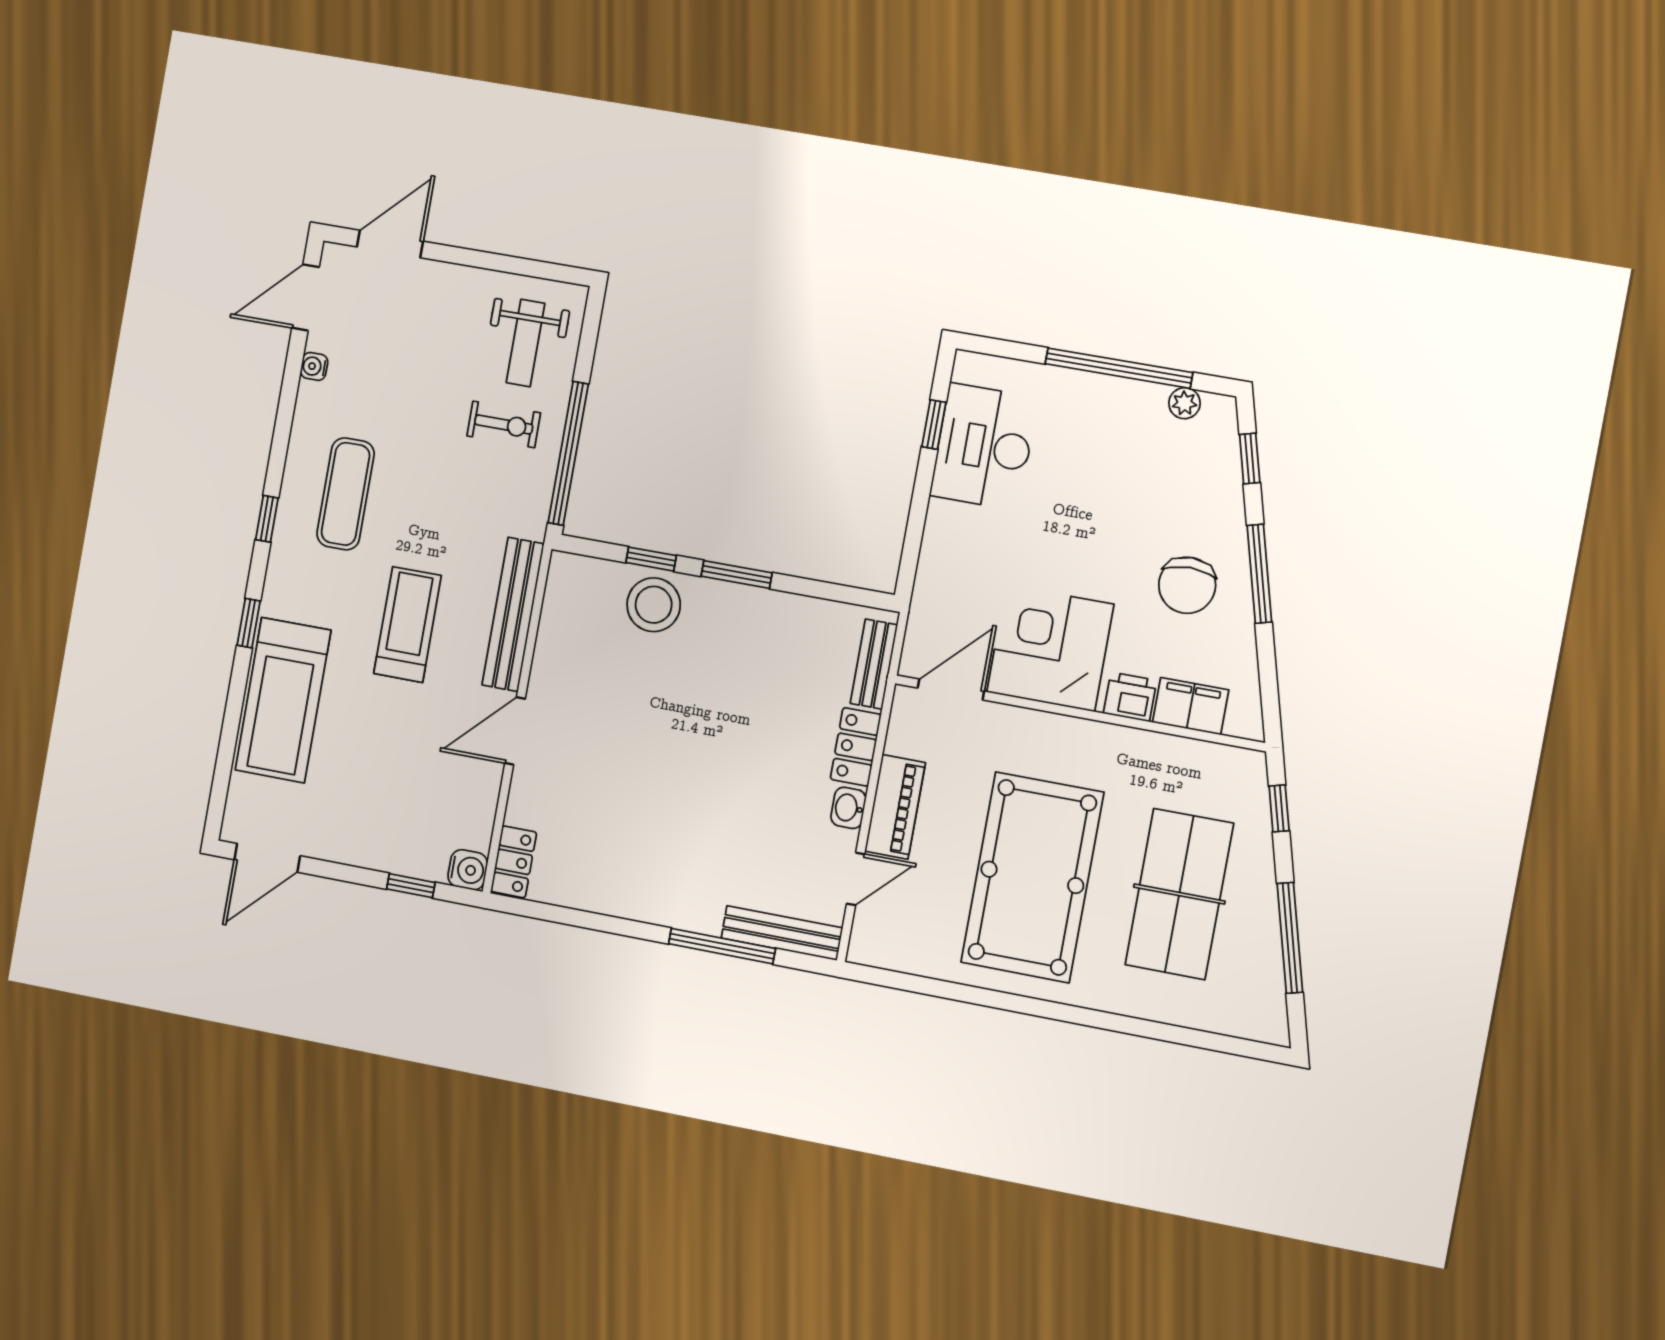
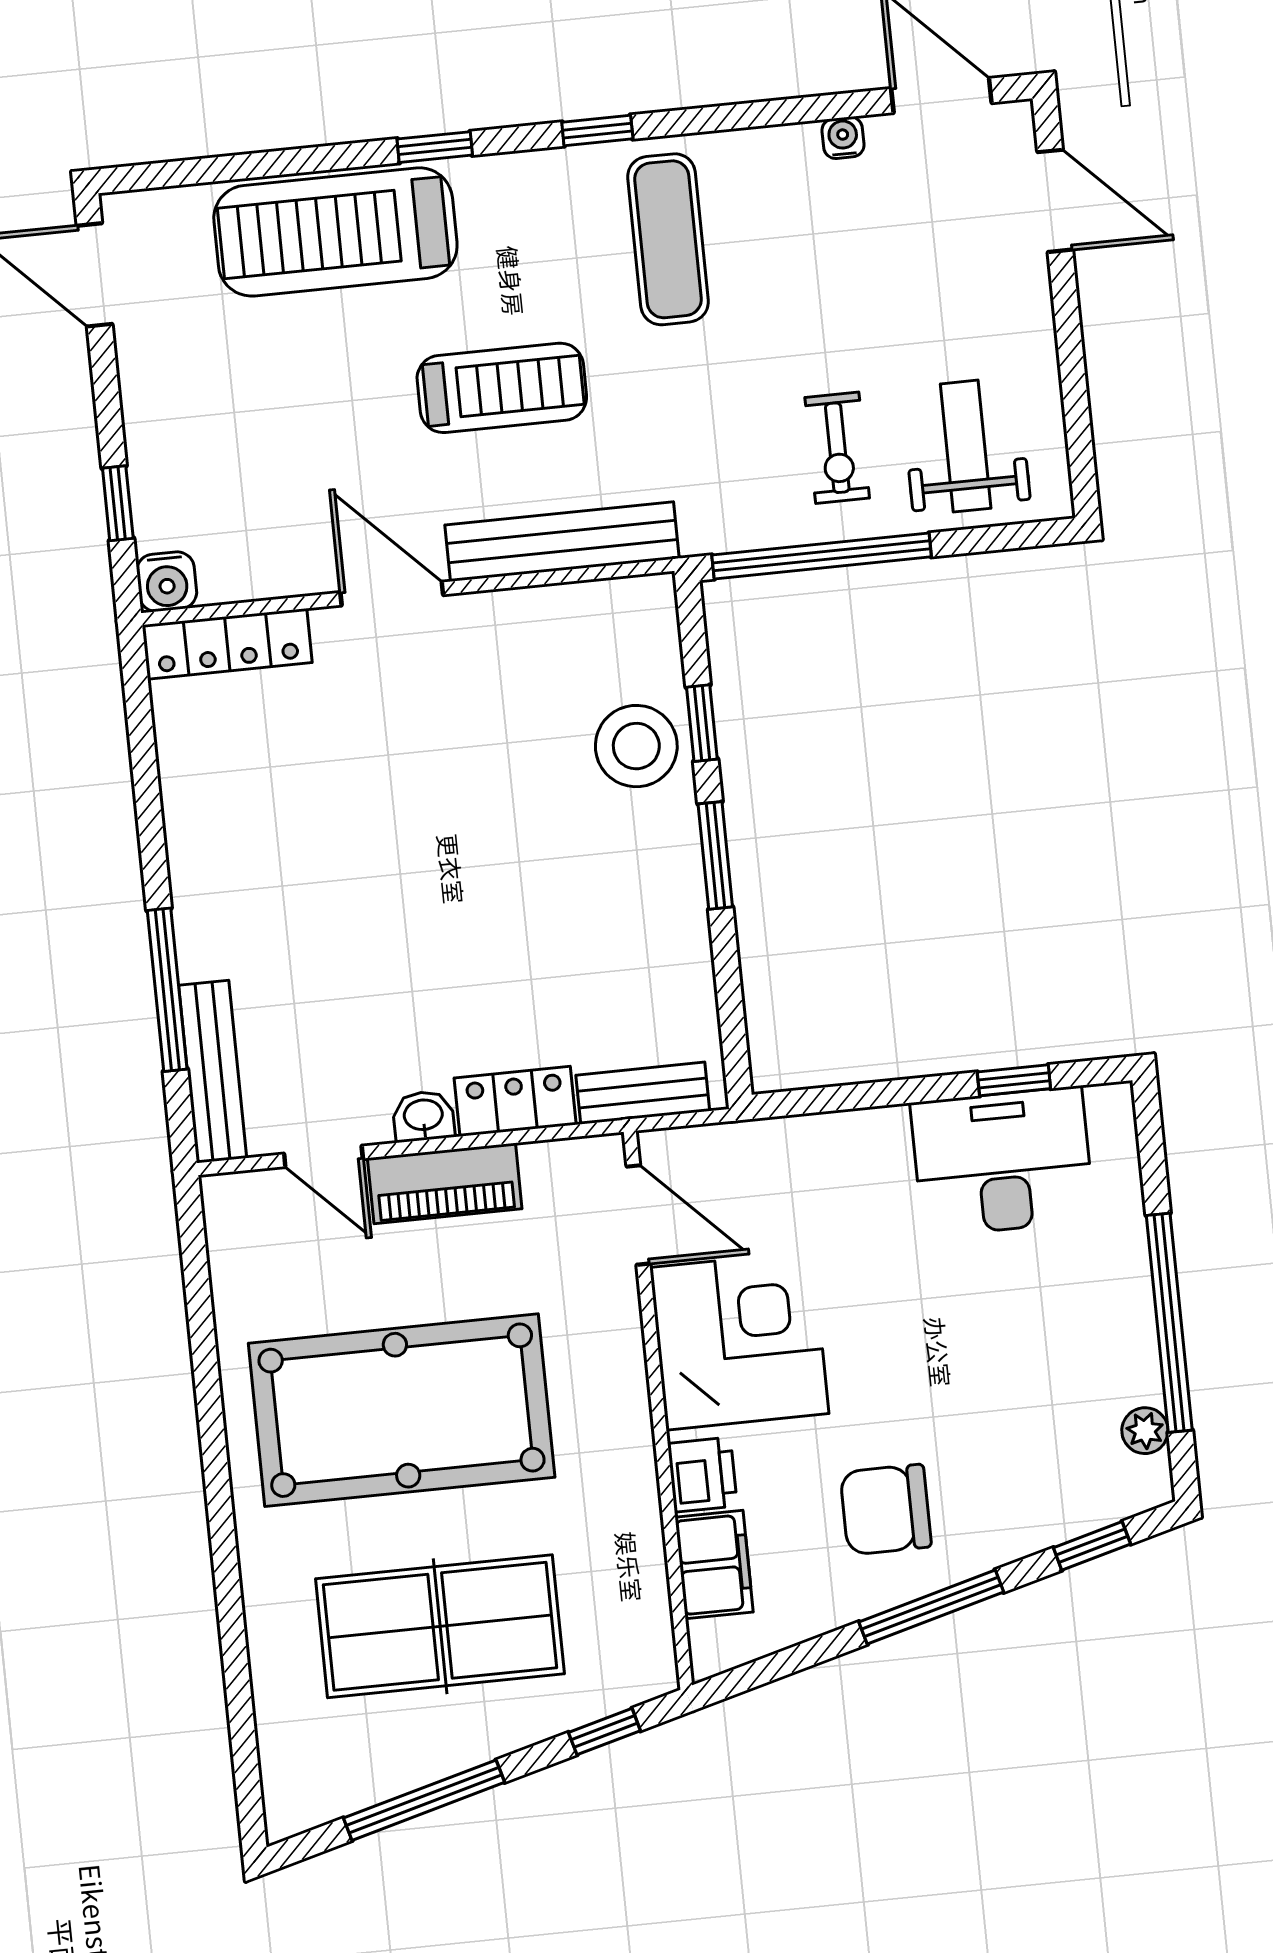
weight bench: (526, 343) -> (966, 446), turned 90
exercise mat: (346, 494) -> (668, 239), turned 90
locker: (514, 862) -> (227, 644), width x1.53

